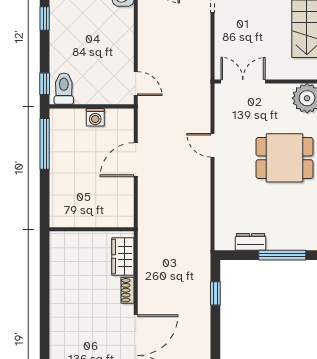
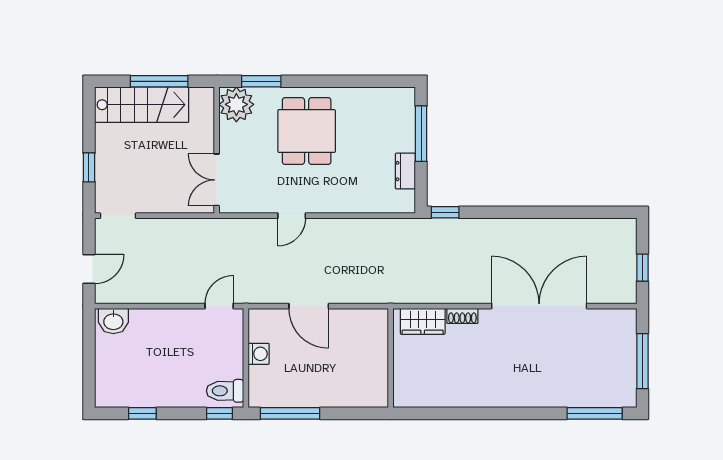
window: (215, 293) -> (445, 212), moved

